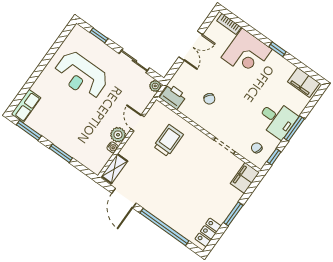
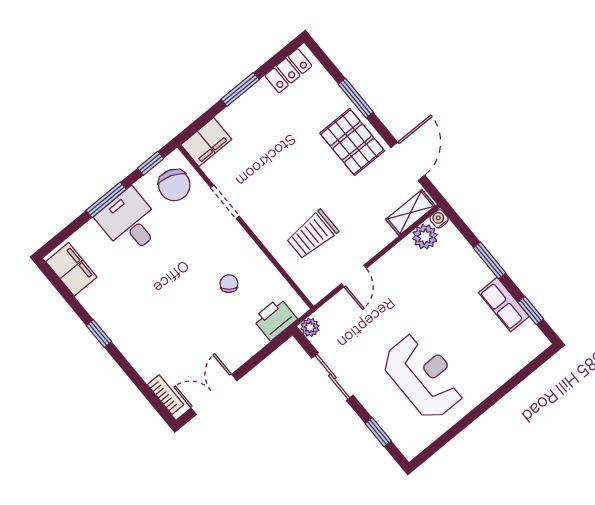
double door: (191, 46) -> (214, 394), moved
corner desk: (247, 53) -> (150, 340), removed
printer: (173, 97) -> (275, 319), moved, turned 90
row of seats: (26, 106) -> (504, 304), moved, turned -90
window: (29, 130) -> (531, 311), width x0.67
plant: (118, 135) -> (425, 237), moved
water cooler: (113, 147) -> (439, 219), moved
chair: (257, 148) -> (174, 185), width x1.87, depth x1.87
pallet: (160, 201) -> (352, 142), added
window: (164, 227) -> (356, 98), width x0.47

